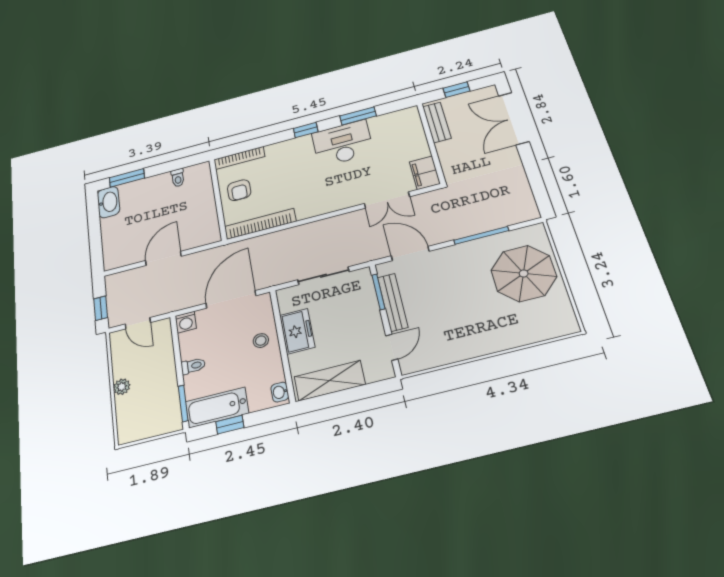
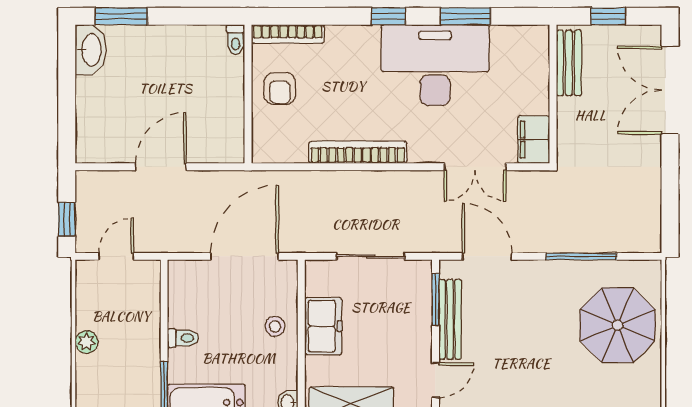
desk: (343, 143) -> (435, 65), width x1.36, depth x1.30
toilet: (178, 178) -> (236, 40), moved
bookcase: (260, 224) -> (358, 152), moved
washing machine: (186, 322) -> (181, 273), removed
door: (138, 323) -> (116, 256), swing flipped

